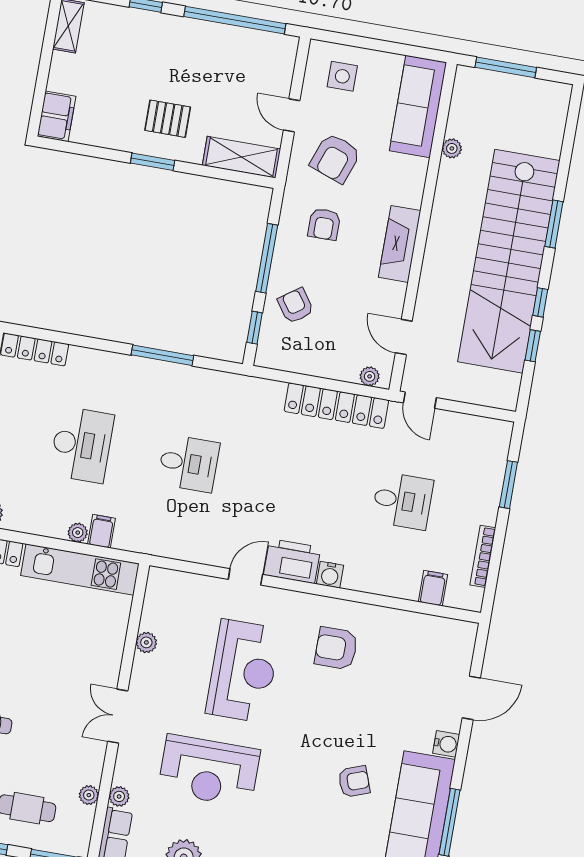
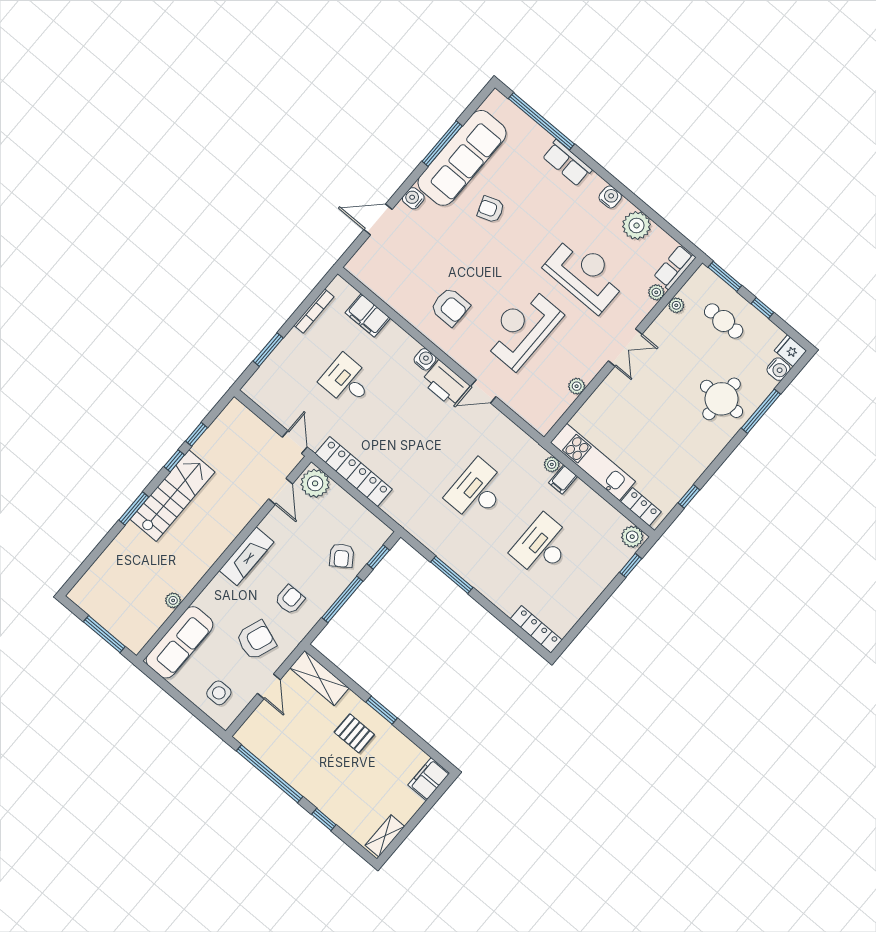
stairs: (509, 261) -> (172, 496), width x0.54, depth x0.66
plant: (370, 376) -> (315, 483), width x1.87, depth x1.87
desk: (189, 463) -> (477, 491), width x1.37
plant: (78, 533) -> (552, 464), moved
filing cabinet: (433, 588) -> (368, 315), width x2.00

